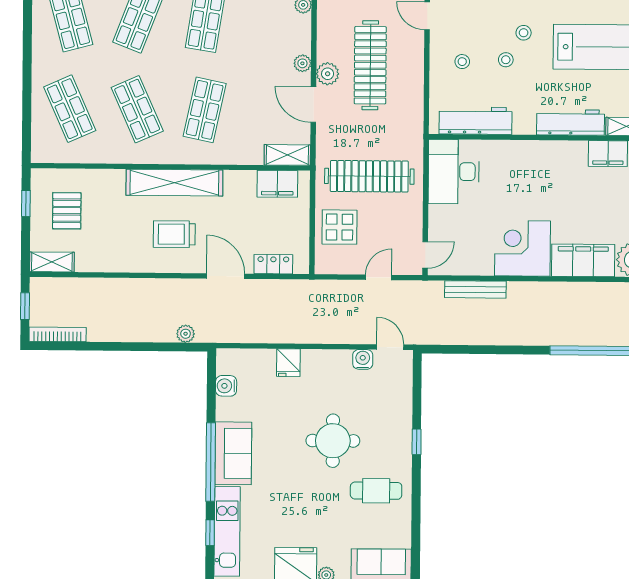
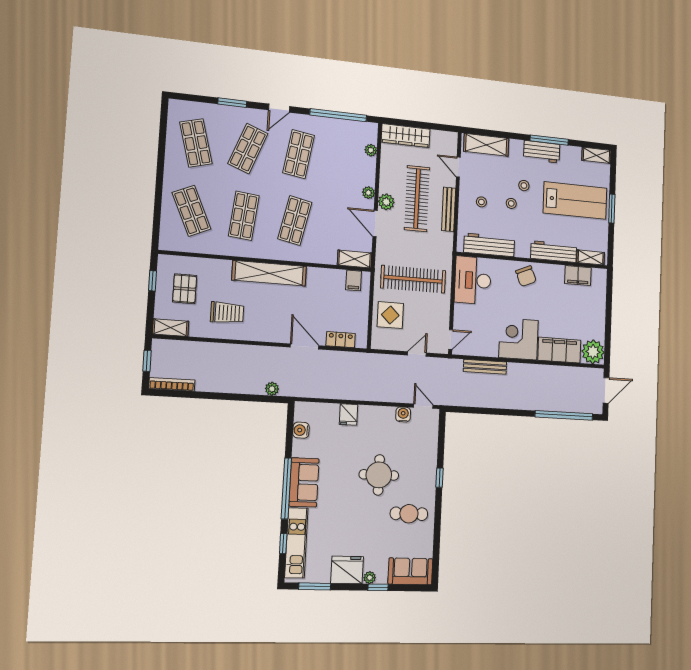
bench: (416, 76) -> (449, 209), added
shop shelf: (137, 109) -> (244, 216), turned 30
chair: (531, 160) -> (526, 276), added
filing cabinet: (277, 184) -> (354, 280), width x0.50
trolley: (174, 234) -> (227, 313), moved, turned 180

